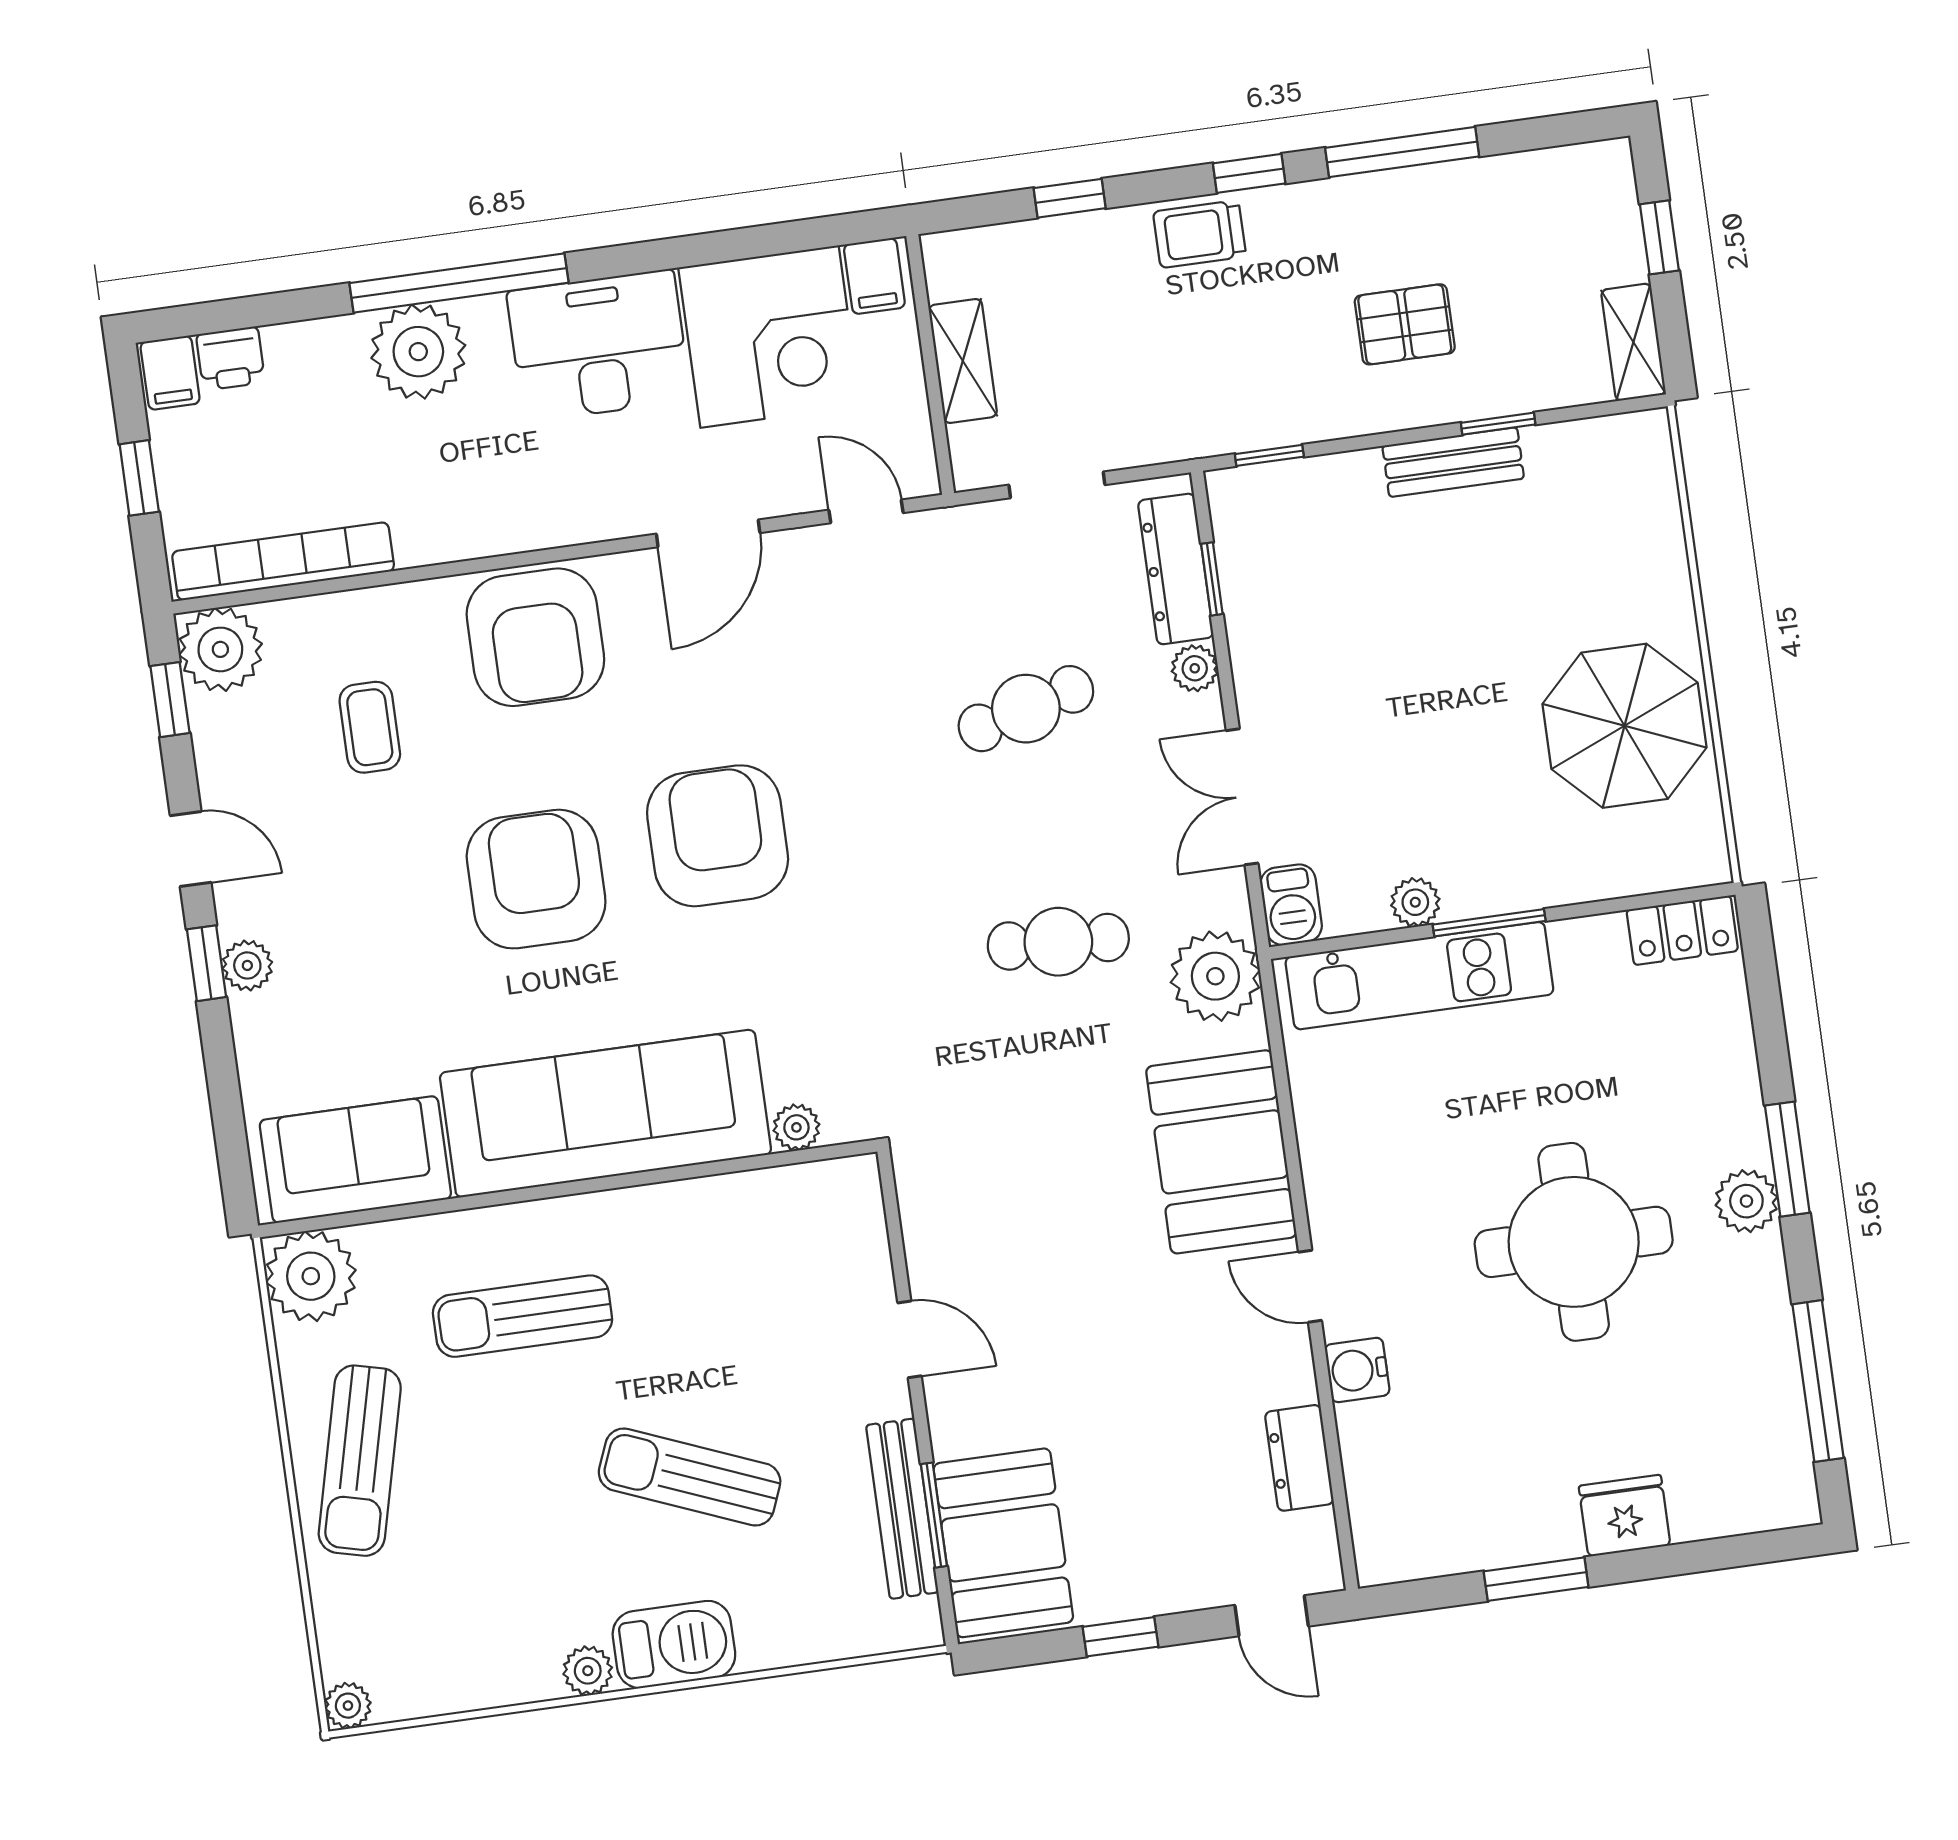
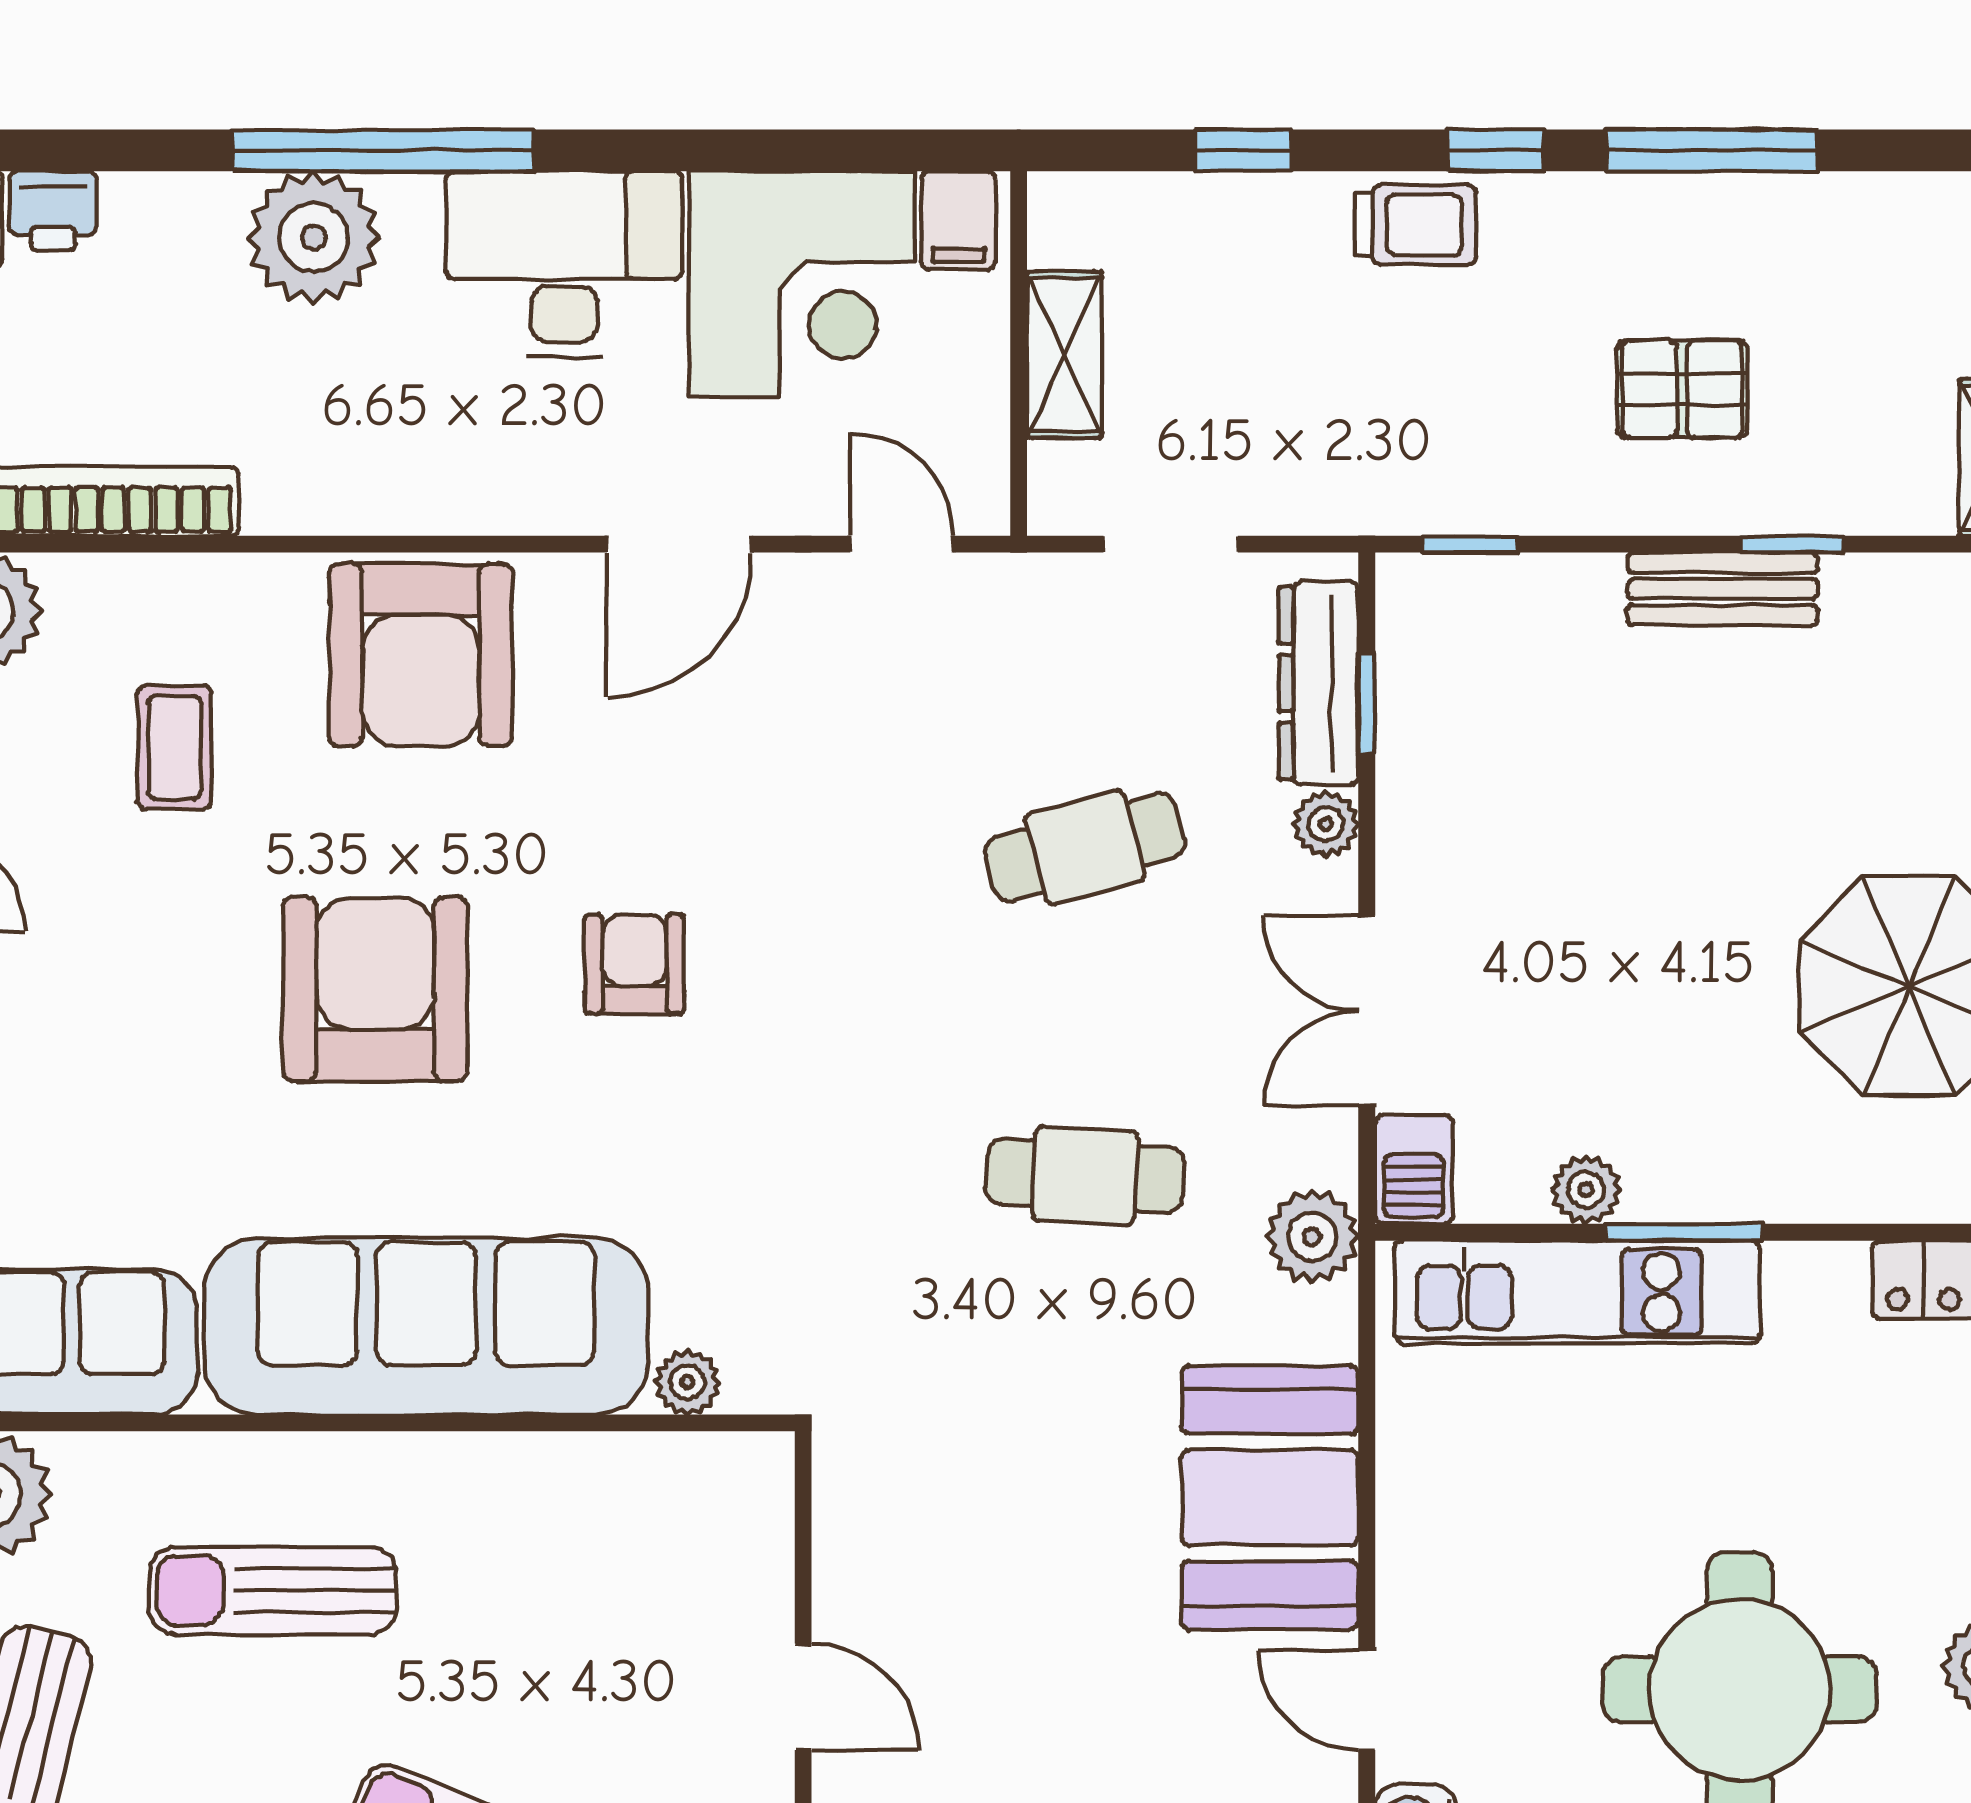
trolley: (1200, 234) -> (1416, 225), turned 180
armchair: (718, 836) -> (634, 964), width x0.53, depth x0.53
plant: (1215, 976) -> (1312, 1237), width x0.73, depth x0.73

